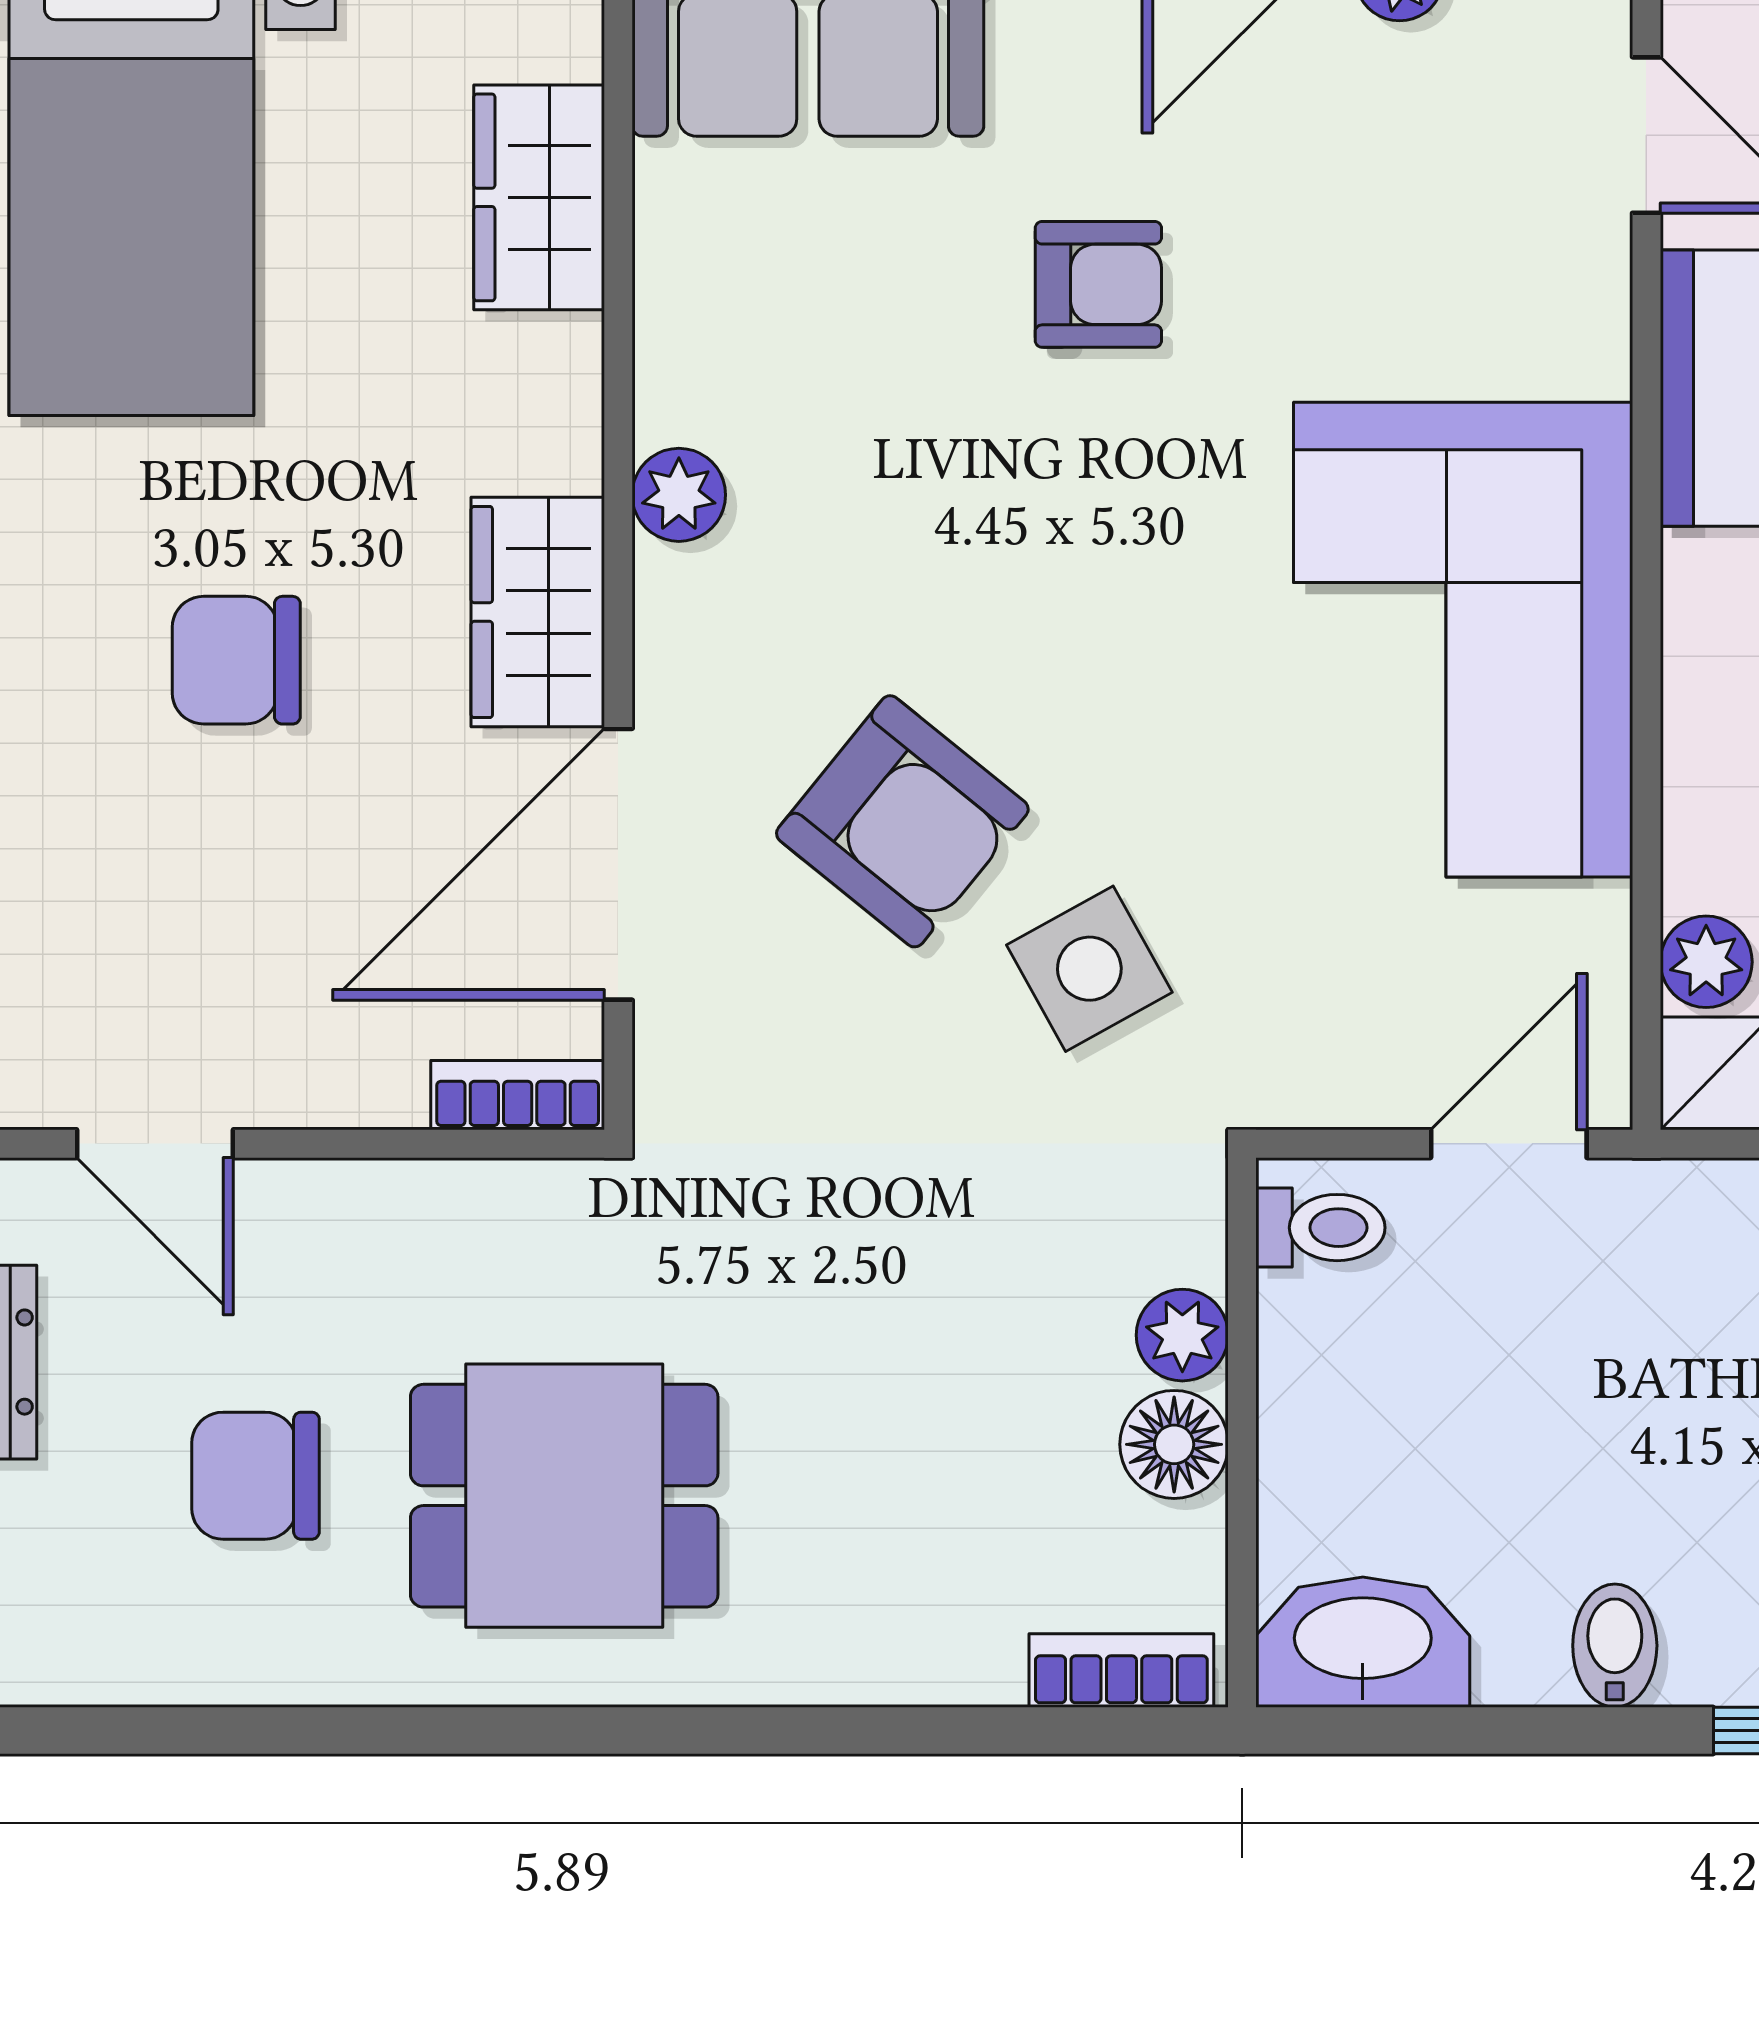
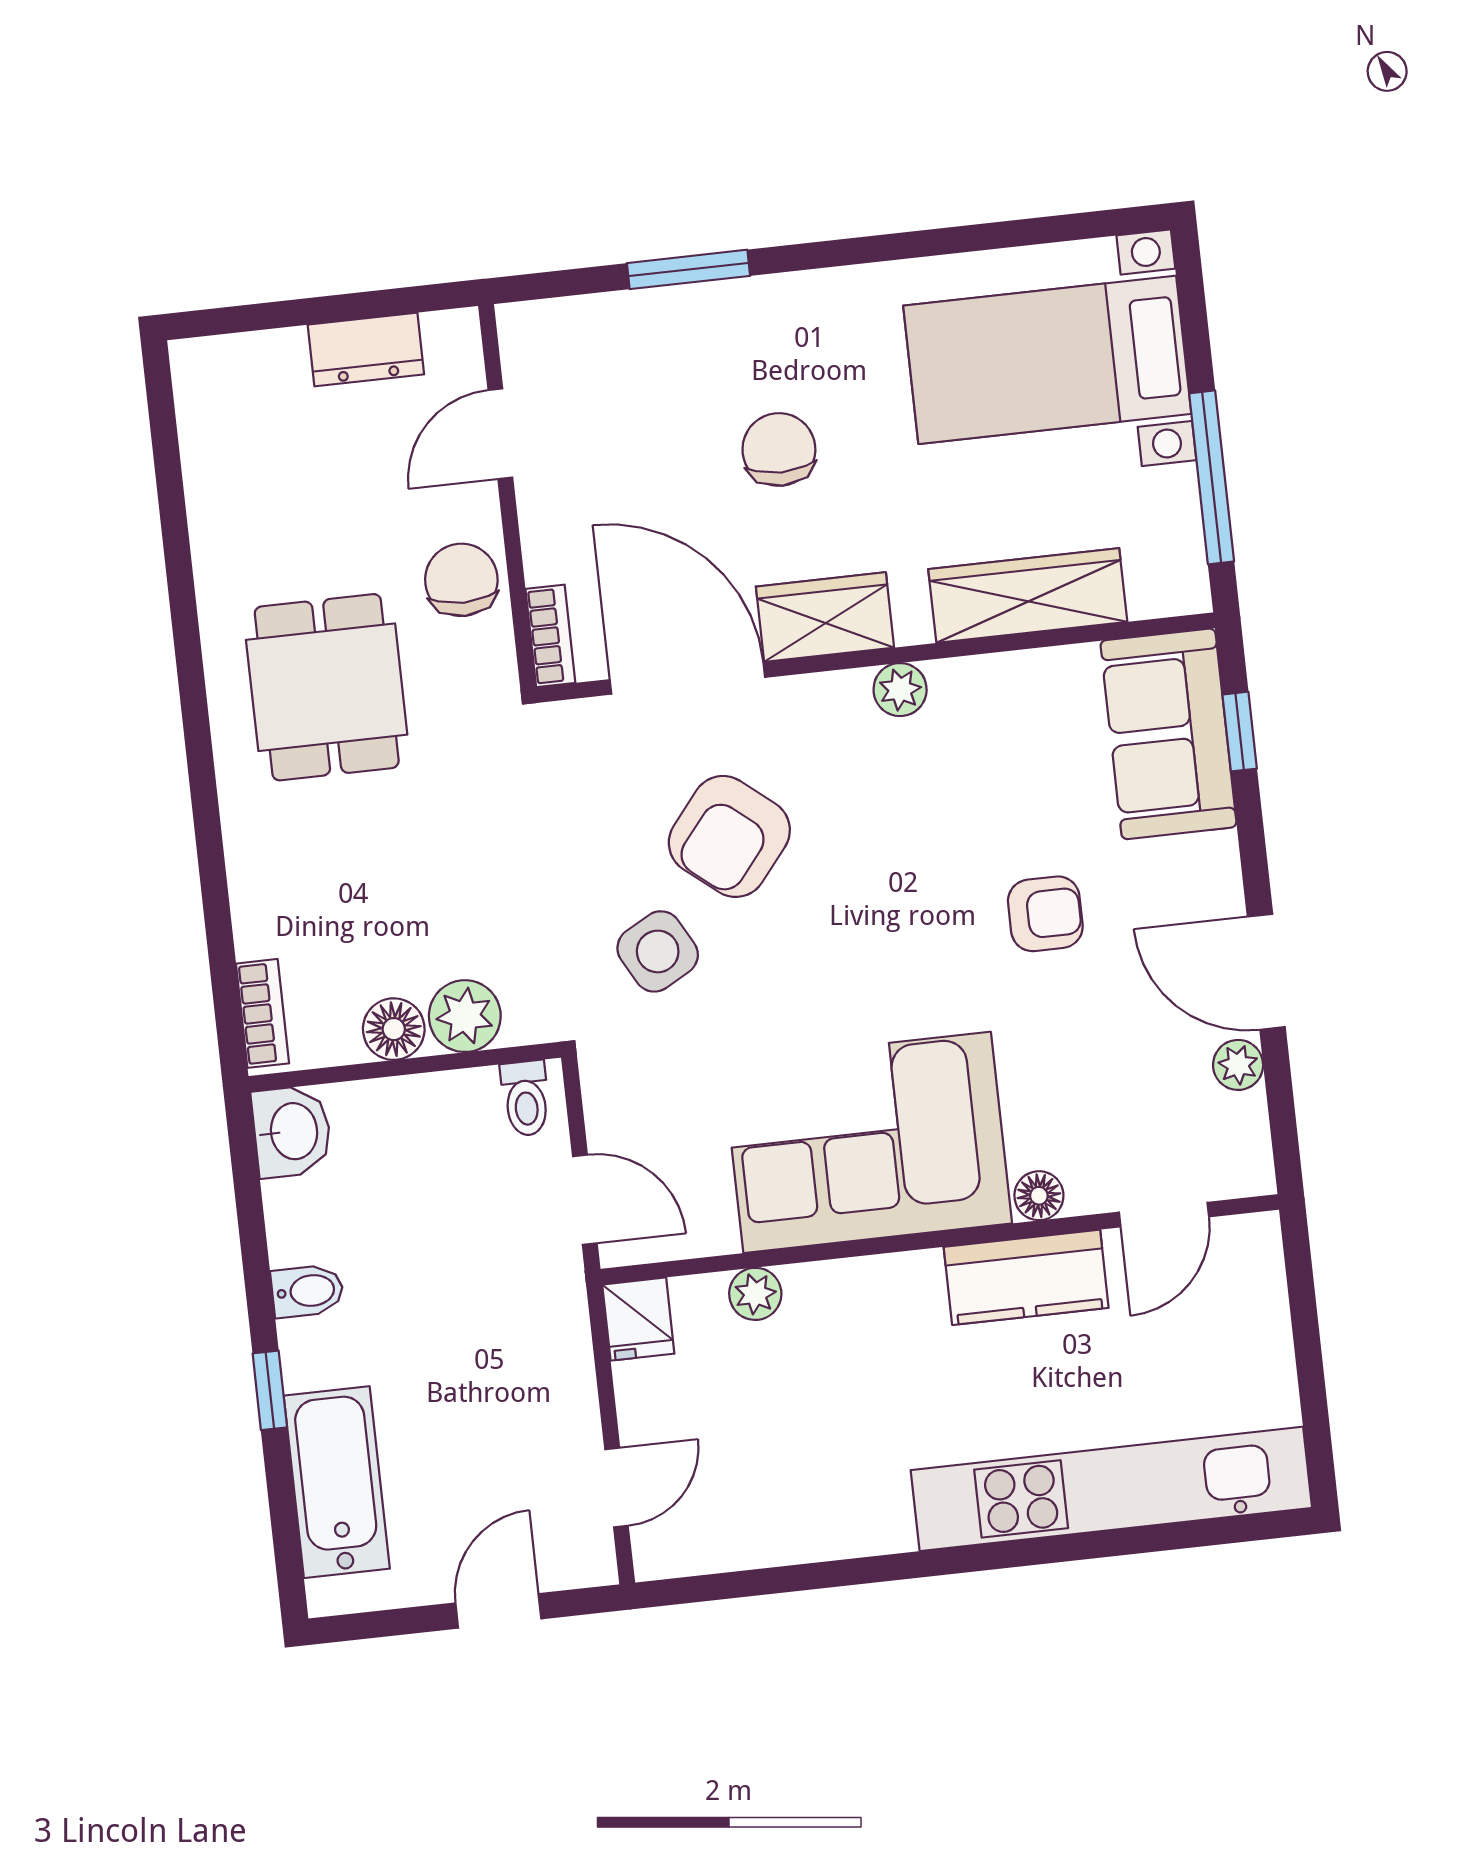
wardrobe: (539, 197) -> (1028, 595), width x1.50
armchair: (1098, 284) -> (1045, 914), turned -90
floor lamp: (1589, 350) -> (1039, 1196), added
plant: (1706, 962) -> (755, 1294), moved
plant: (1182, 1335) -> (465, 1016), width x1.38, depth x1.38
chair: (256, 1476) -> (461, 580), moved
washbasin: (1363, 1642) -> (292, 1131), width x0.72

